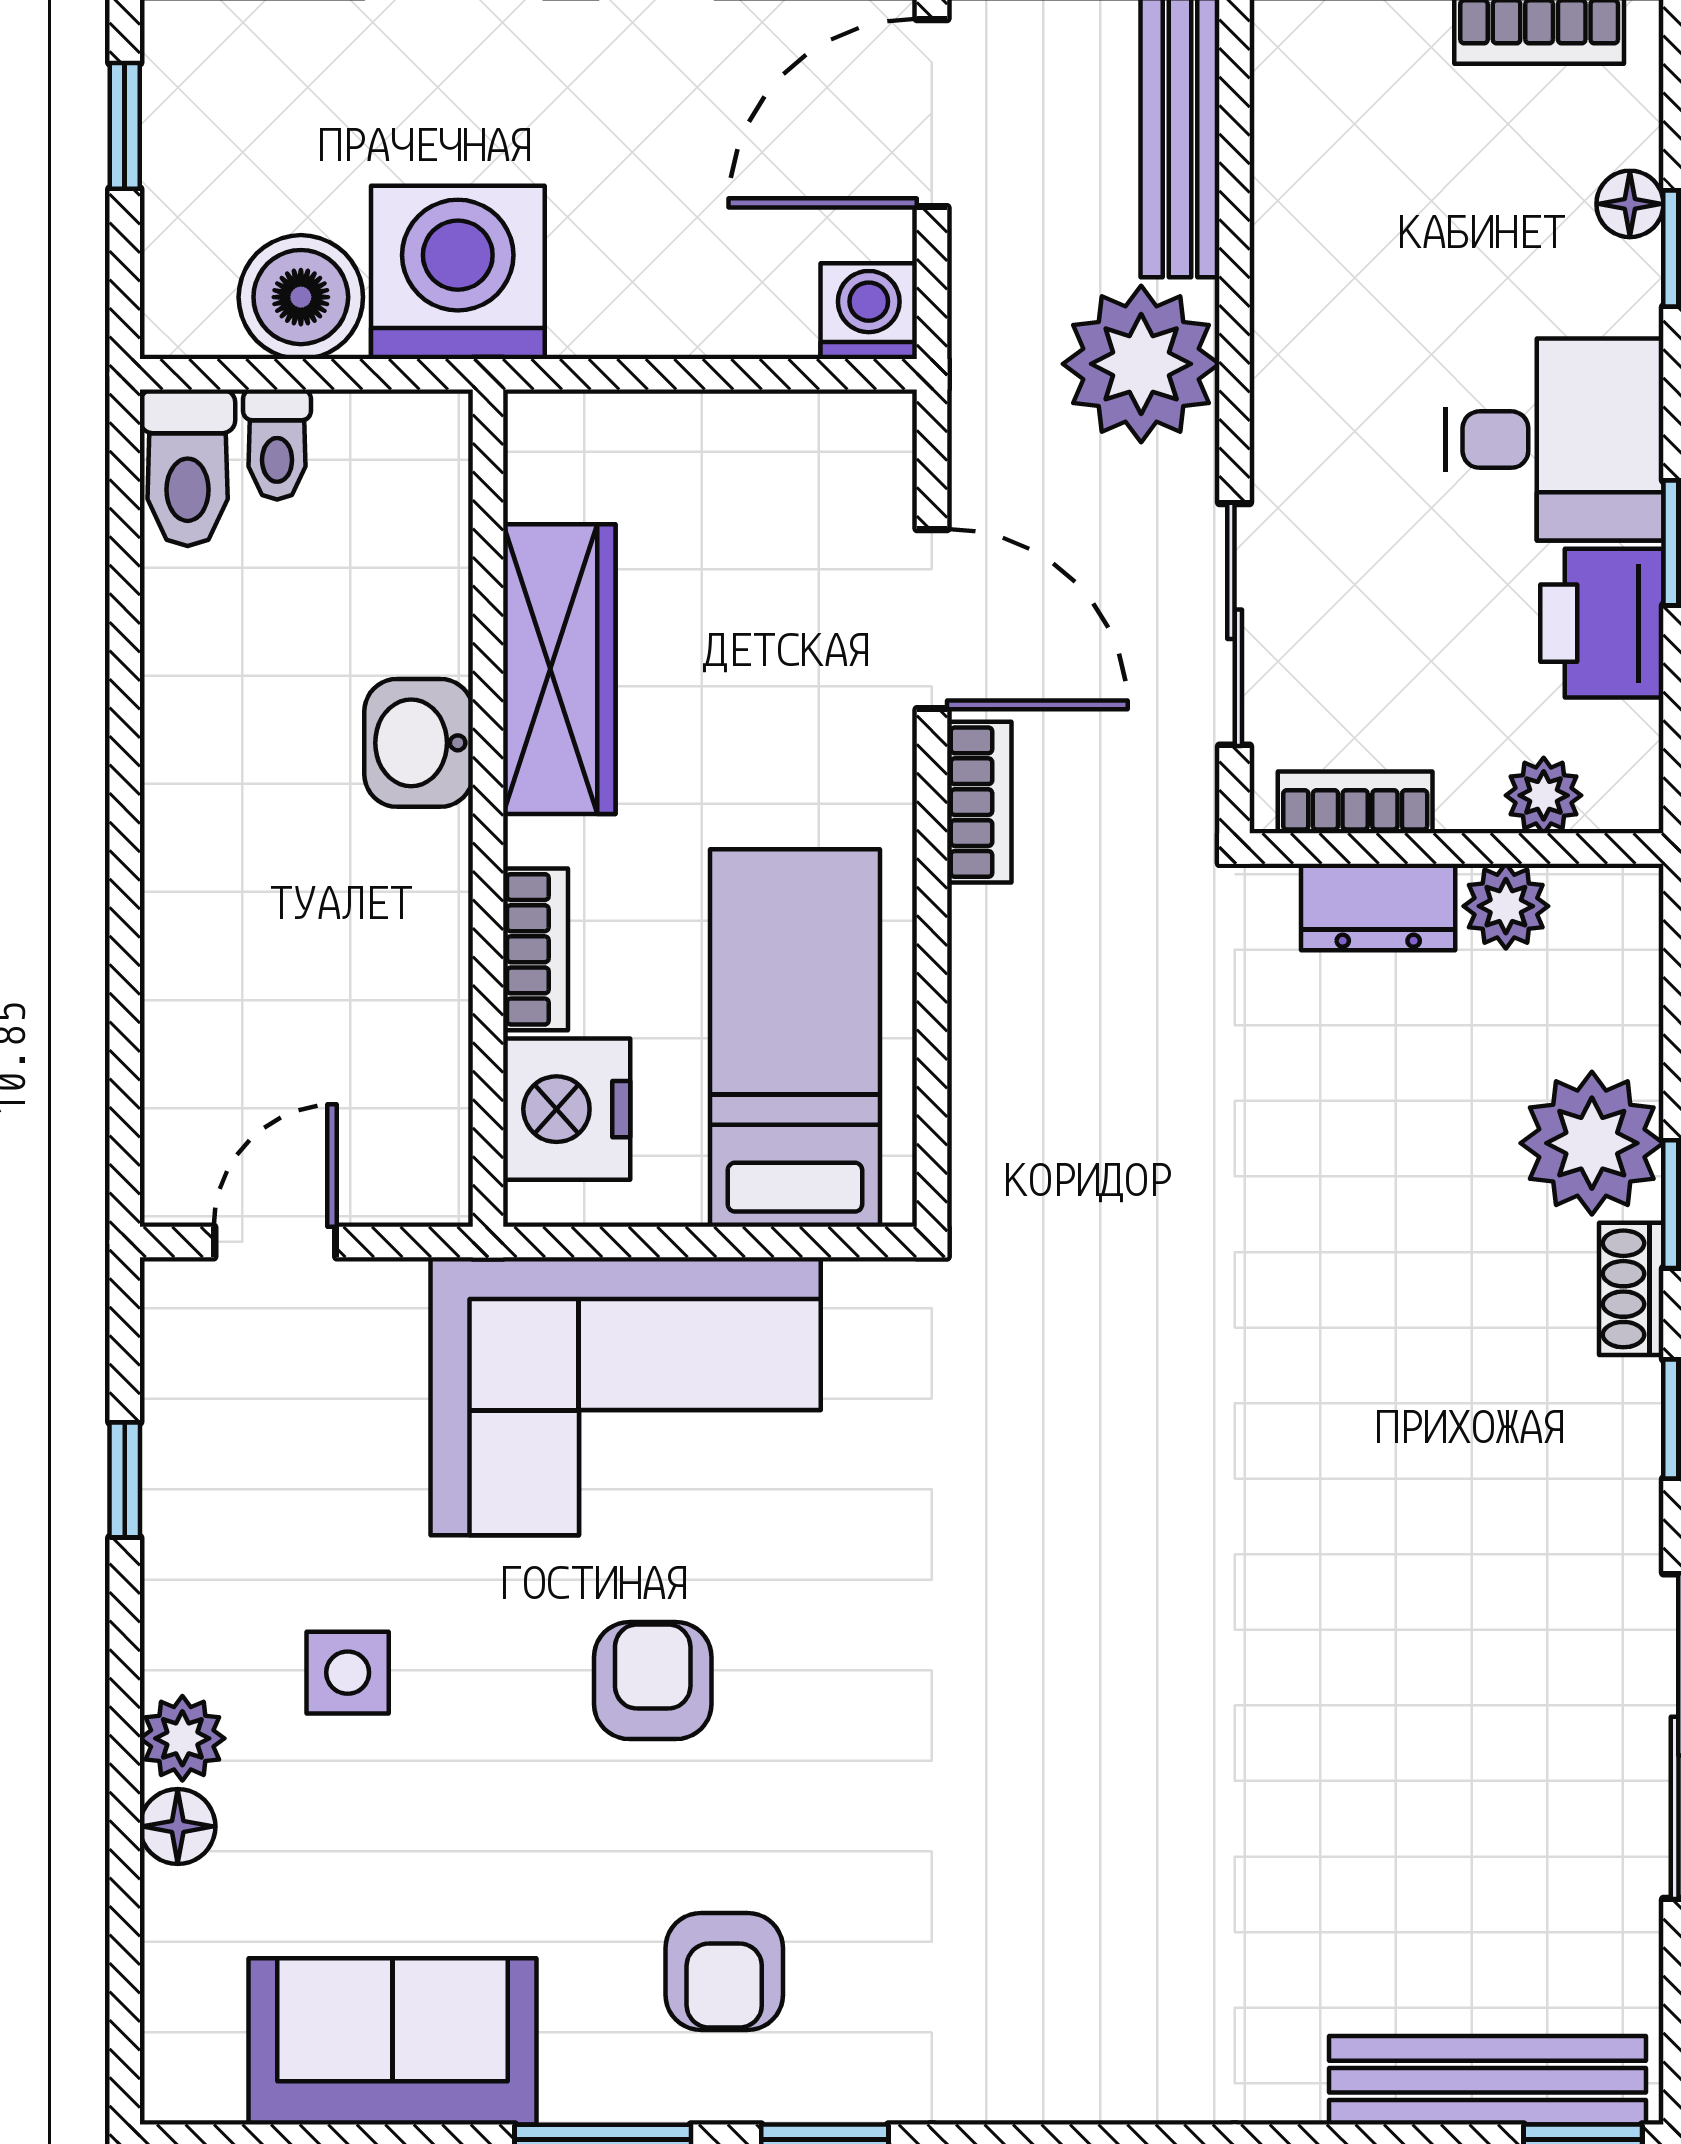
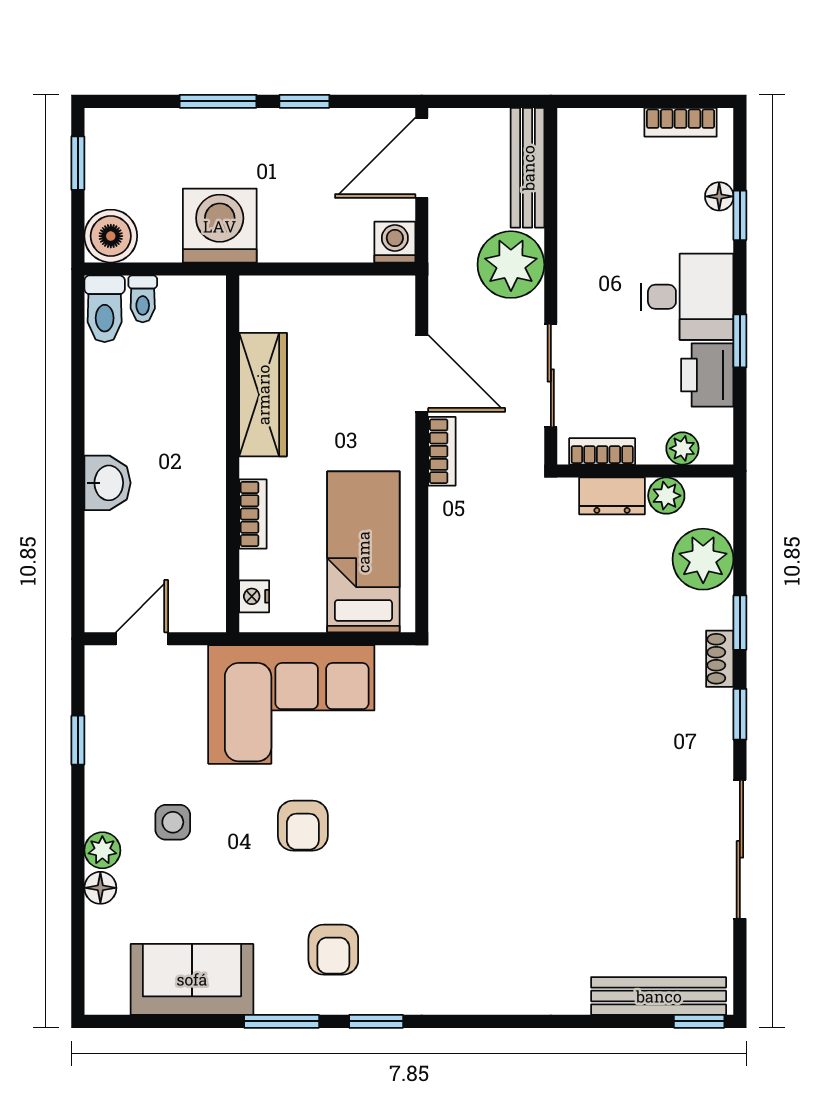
boiler: (301, 297) -> (111, 236), moved
washbasin: (419, 743) -> (107, 483), moved, turned 180
nightstand: (567, 1109) -> (254, 596), width x0.53, depth x0.56
plant: (1592, 1143) -> (703, 559), moved
armchair: (653, 1681) -> (303, 826), turned 180

